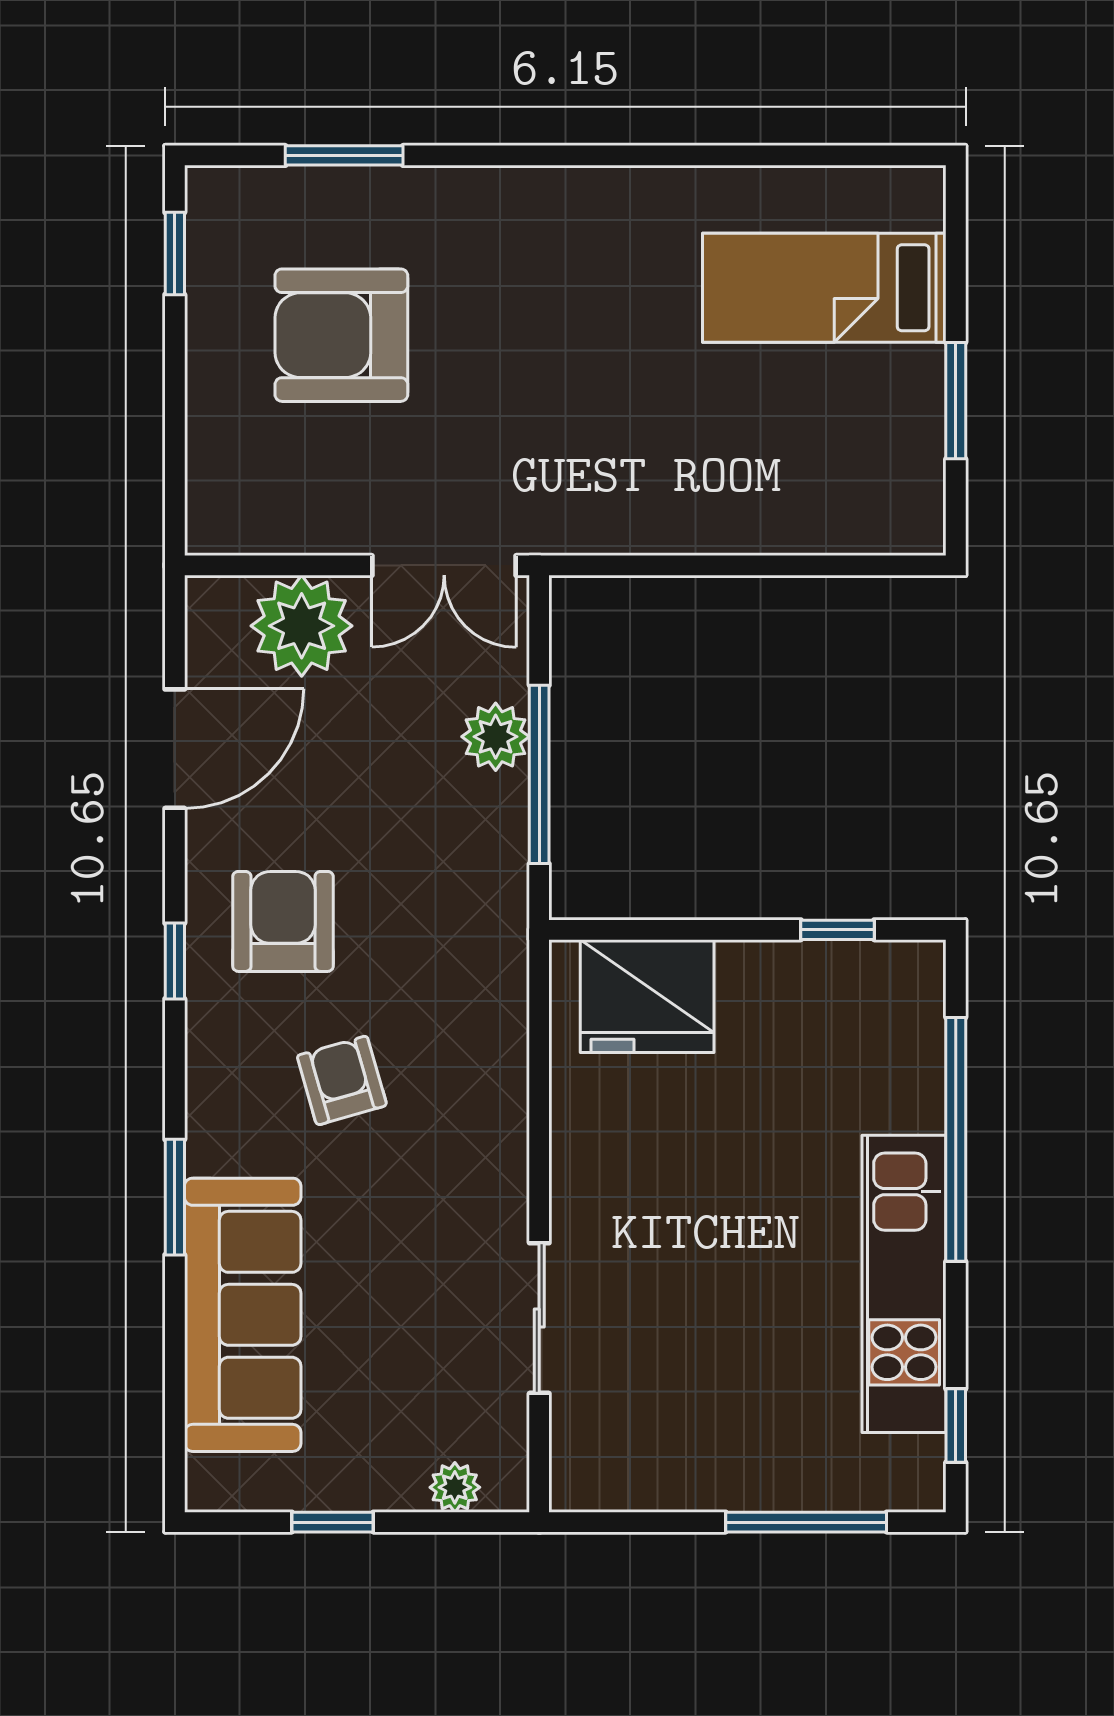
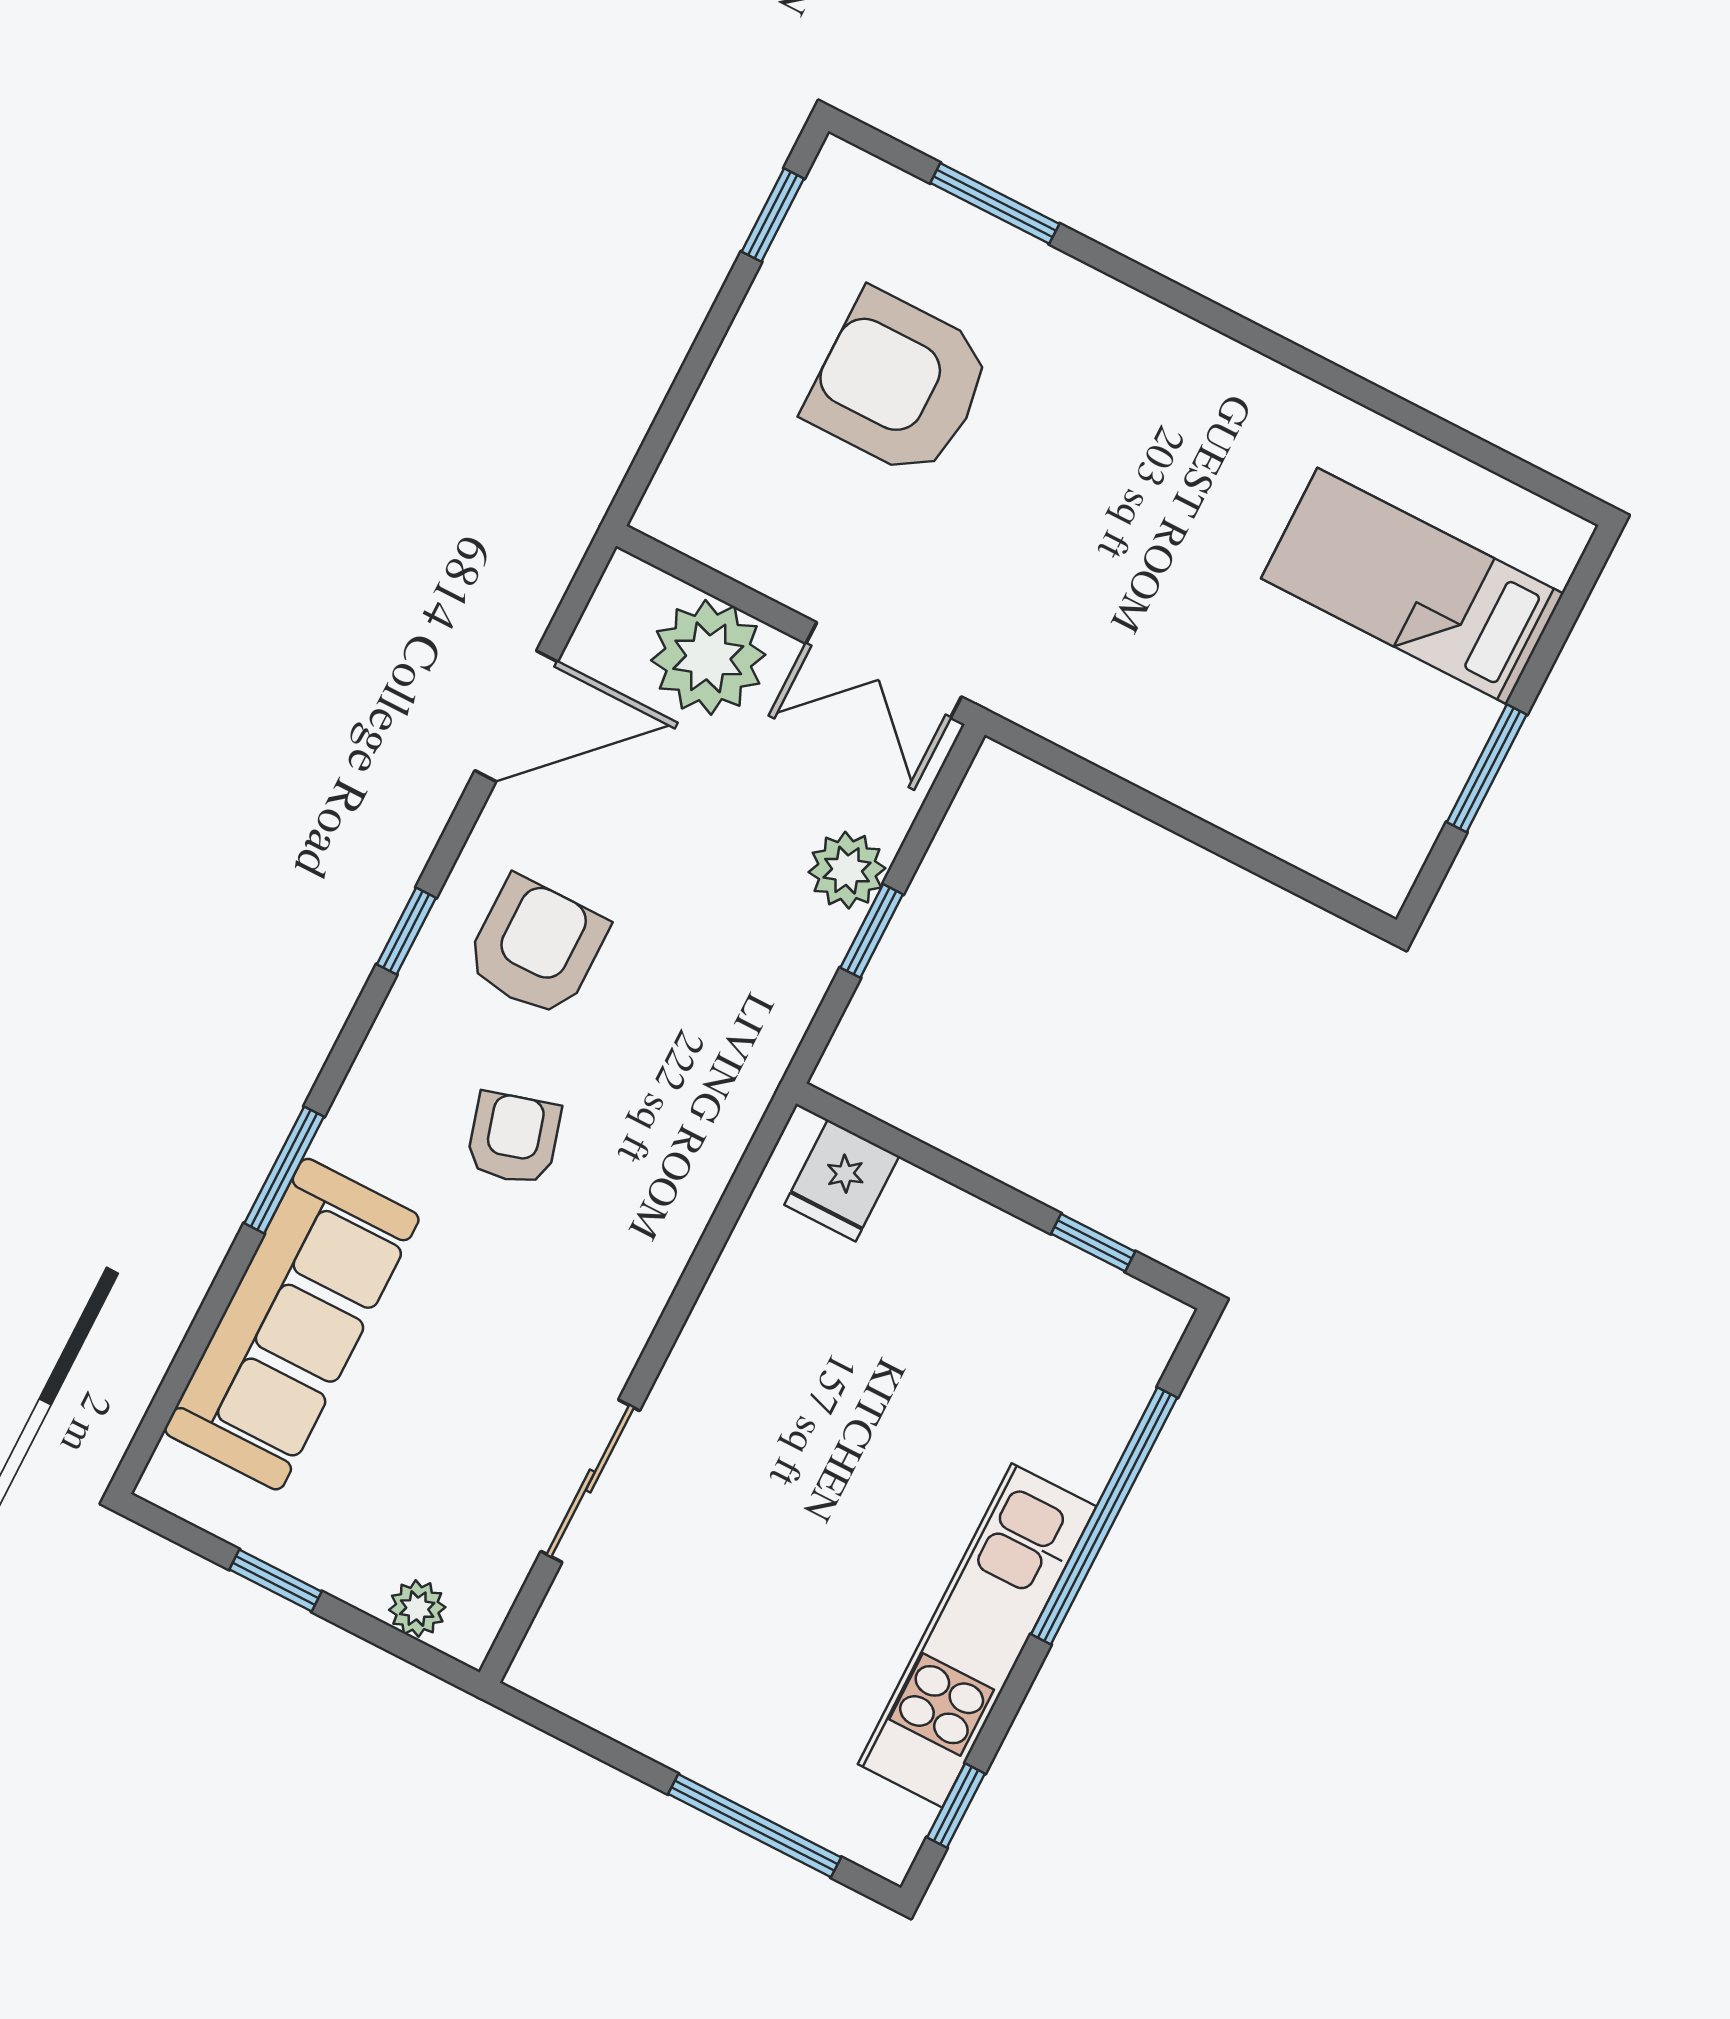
window: (539, 774) -> (872, 931), width x0.46
fridge: (647, 996) -> (842, 1180), width x0.53, depth x0.75

